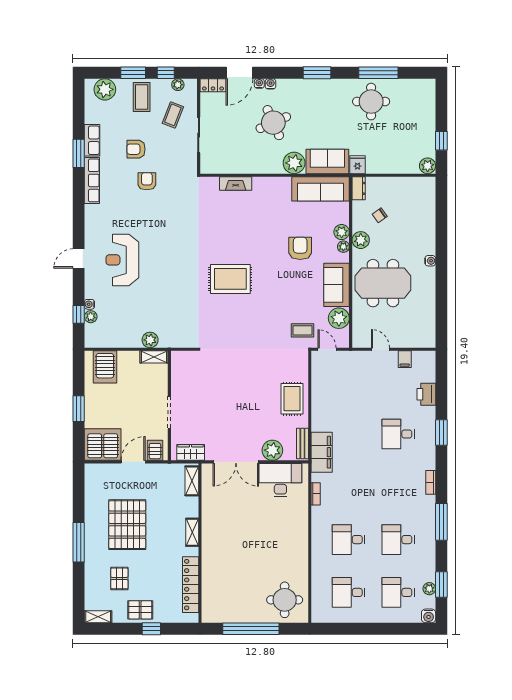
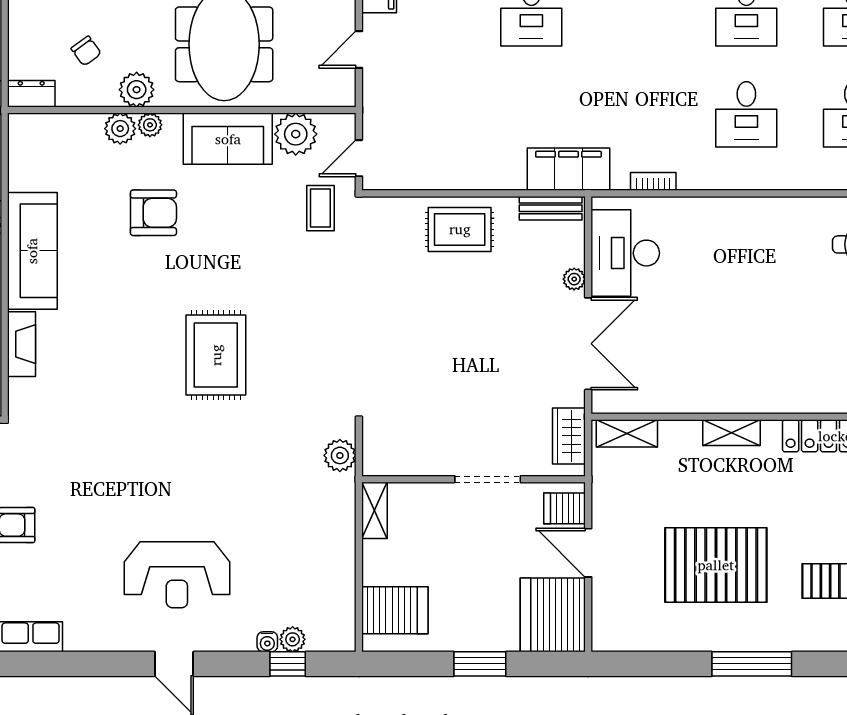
sofa: (320, 189) -> (32, 251), moved
armchair: (300, 248) -> (153, 213), turned 180
plant: (150, 340) -> (340, 455), moved
plant: (272, 450) -> (574, 279), width x0.53, depth x0.53

